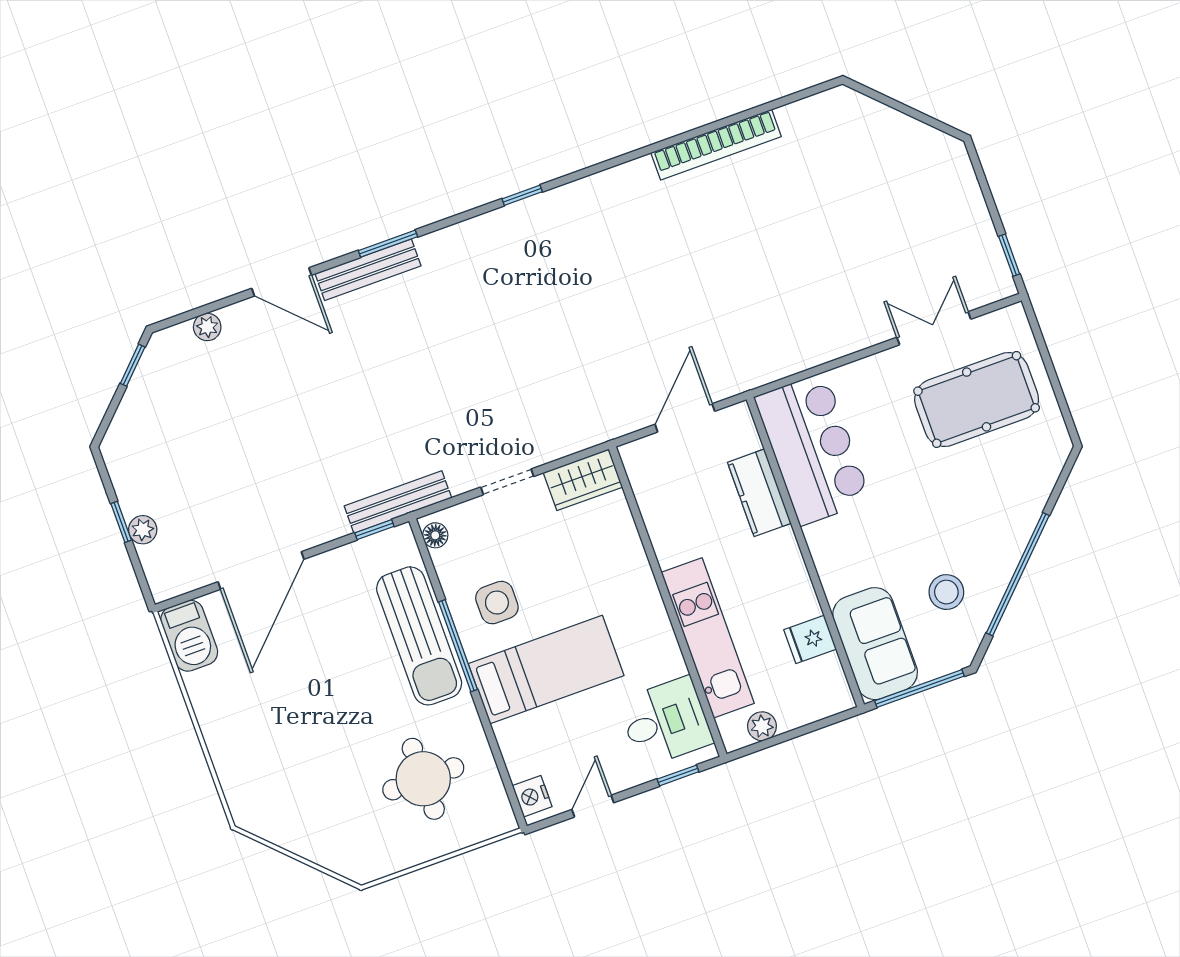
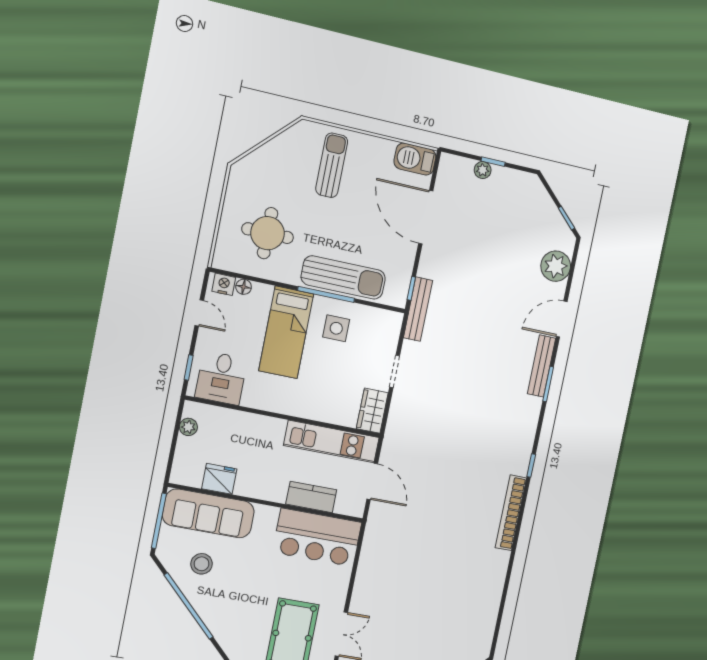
bookcase: (716, 145) -> (511, 513), moved
plant: (207, 327) -> (556, 266), width x1.87, depth x1.87
floor lamp: (435, 535) -> (244, 287), moved
sun lounger: (419, 636) -> (343, 277), turned 180
kitchen unit: (708, 638) -> (331, 441), moved
fridge: (810, 639) -> (219, 479), width x1.38
sofa: (875, 644) -> (208, 513), width x1.36
sun lounger: (273, 747) -> (332, 165), added

